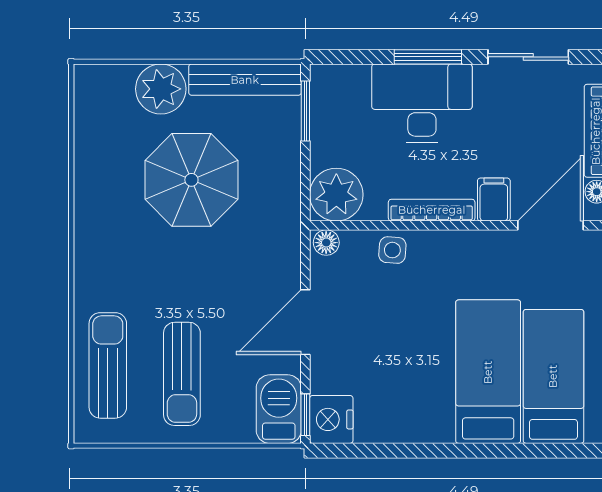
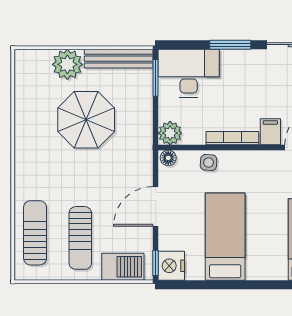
desk: (422, 103) -> (189, 73), moved
plant: (336, 195) -> (170, 133), width x0.73, depth x0.73
bed: (488, 372) -> (225, 237), moved
barbecue: (279, 409) -> (123, 267), moved, turned 90

